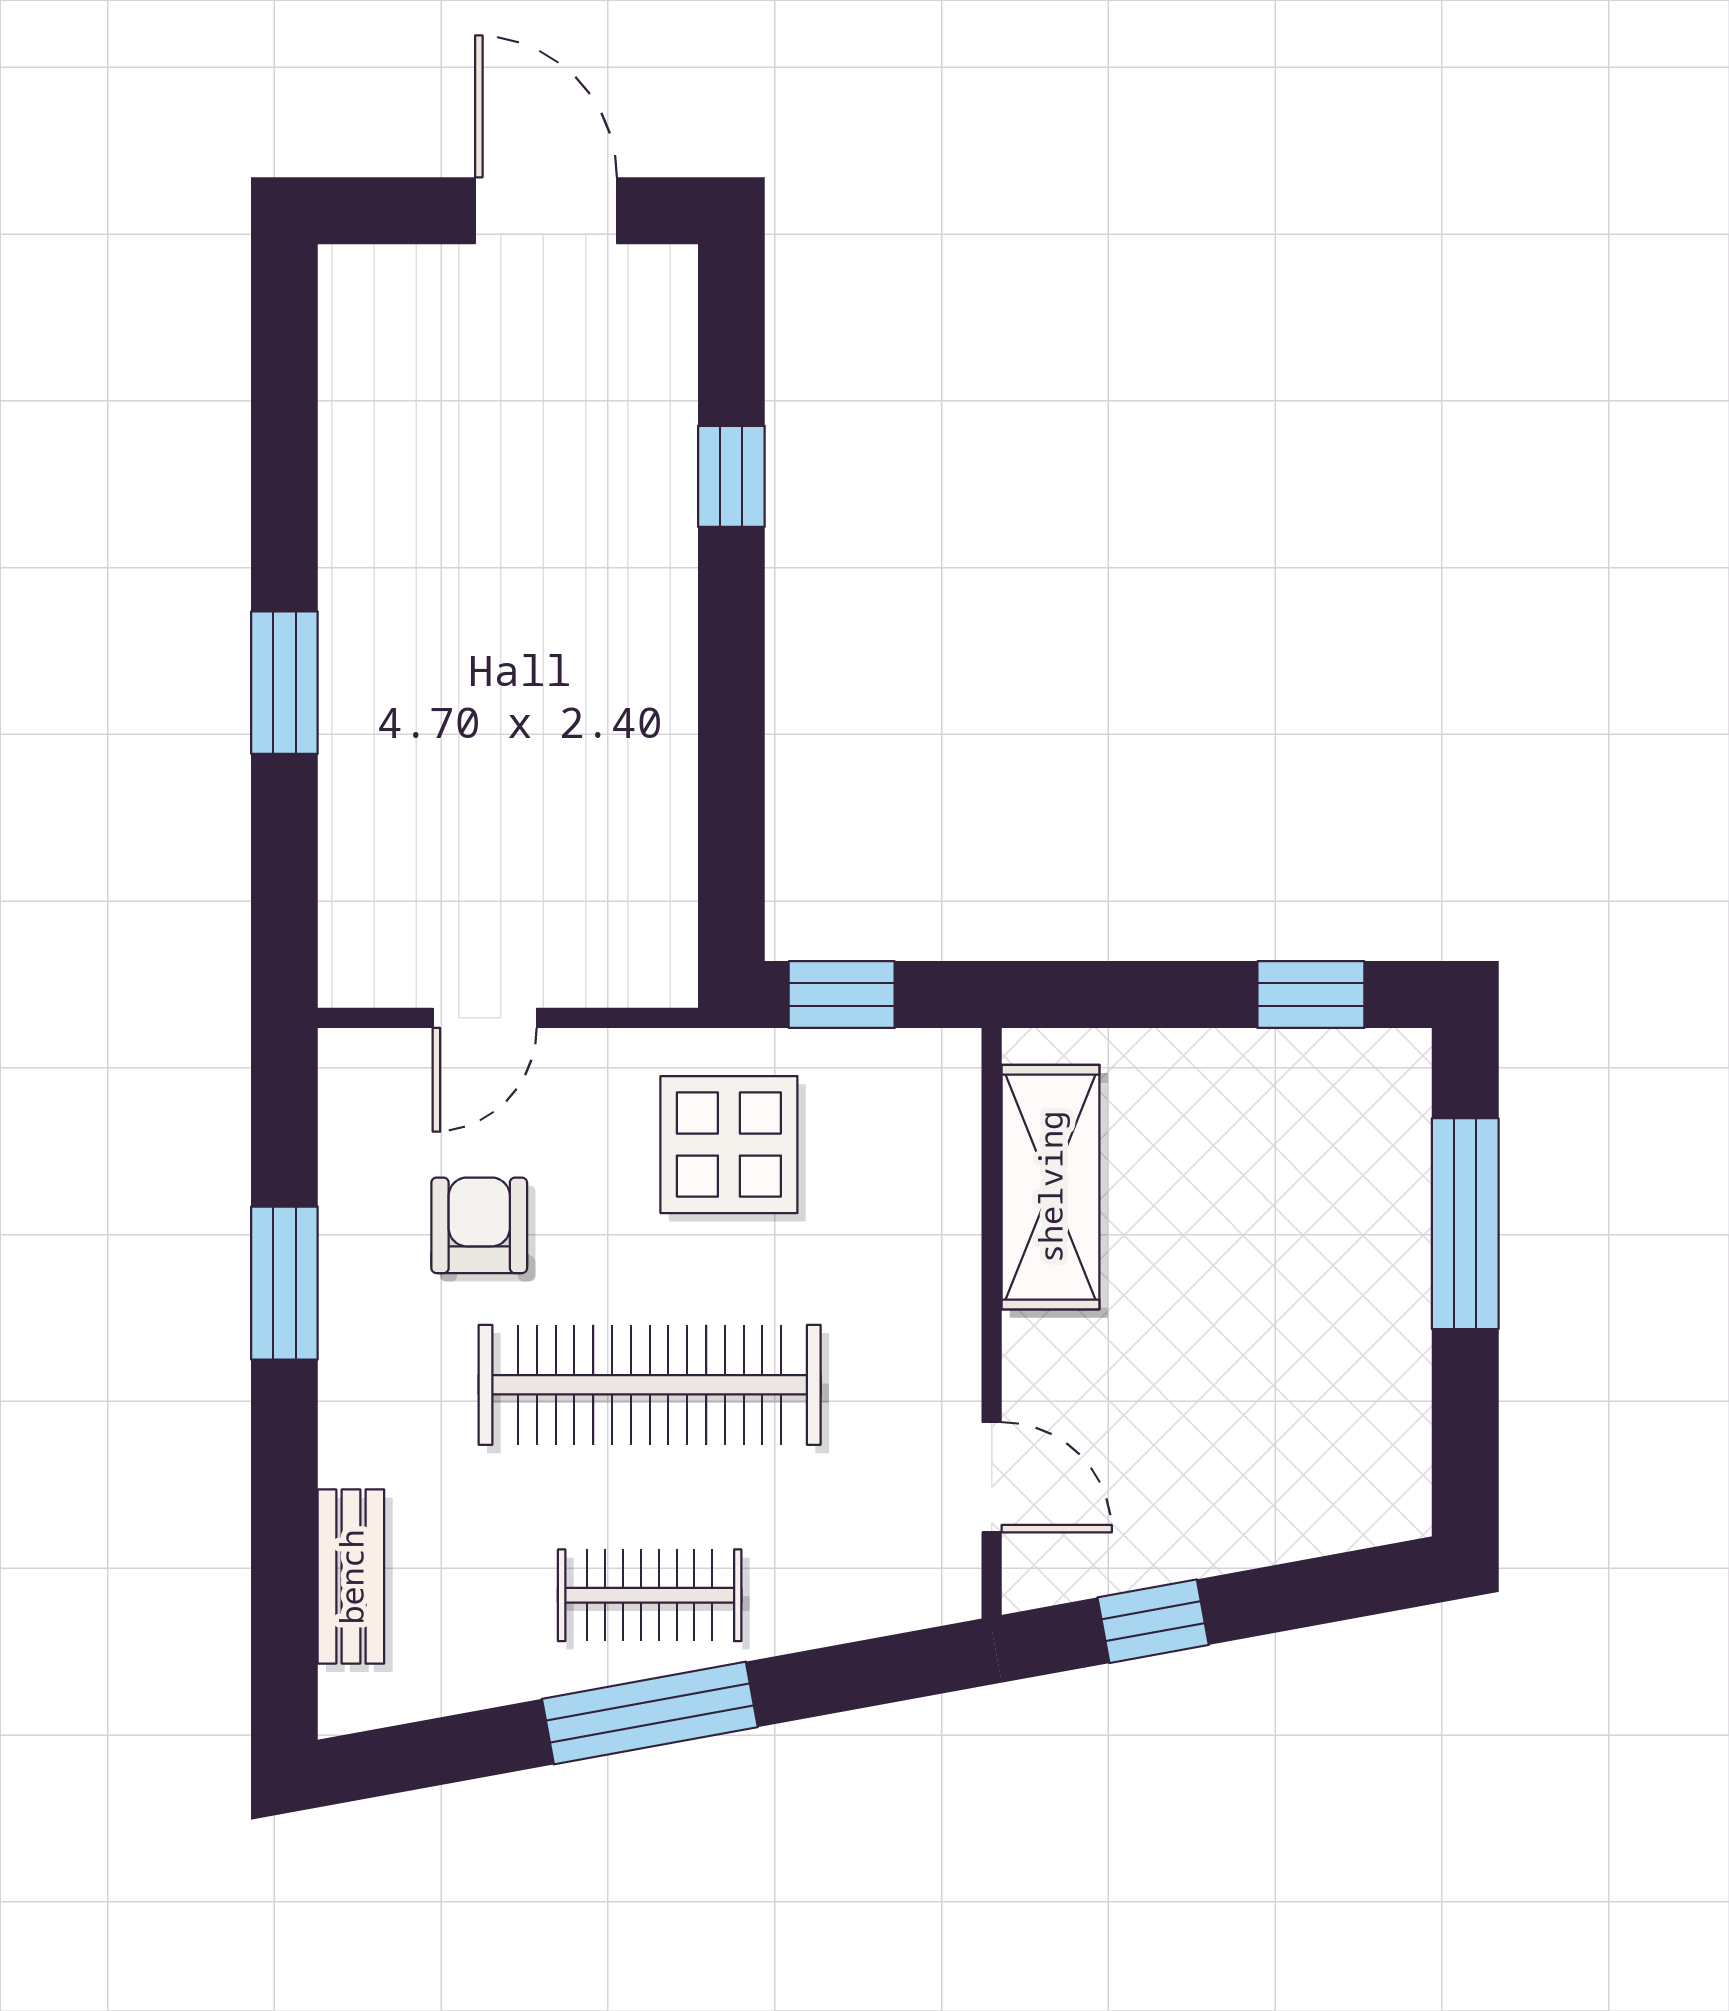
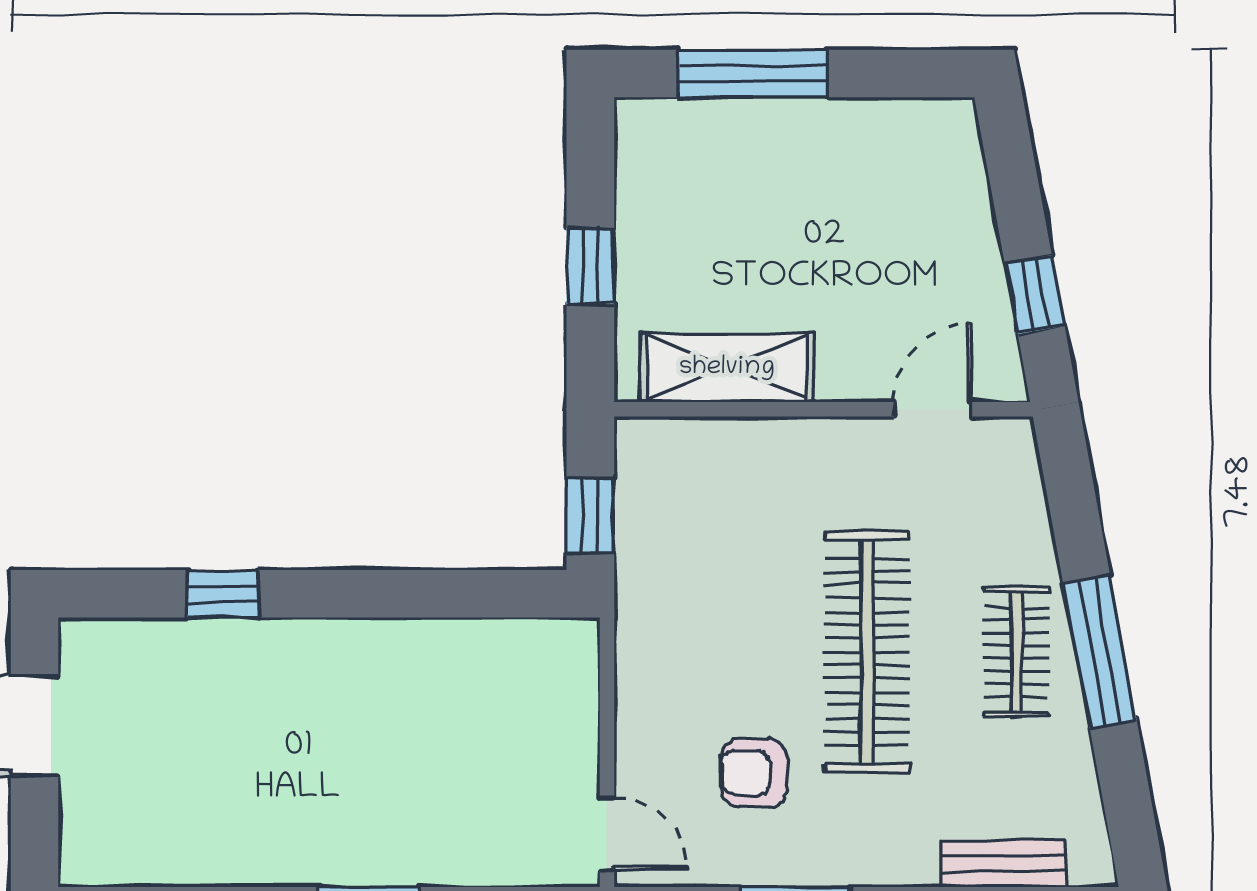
window: (1311, 995) -> (590, 266), moved
door: (485, 1018) -> (607, 834), moved
display table: (729, 1145) -> (697, 596), removed

